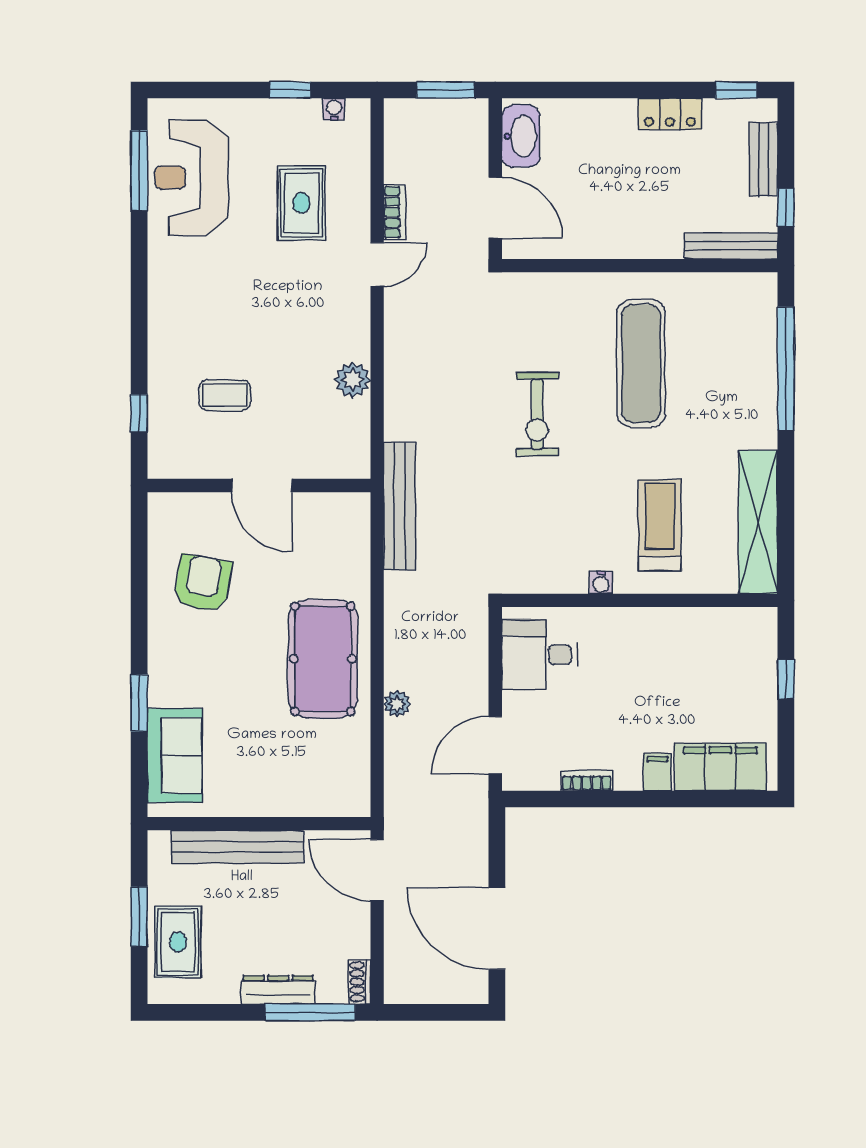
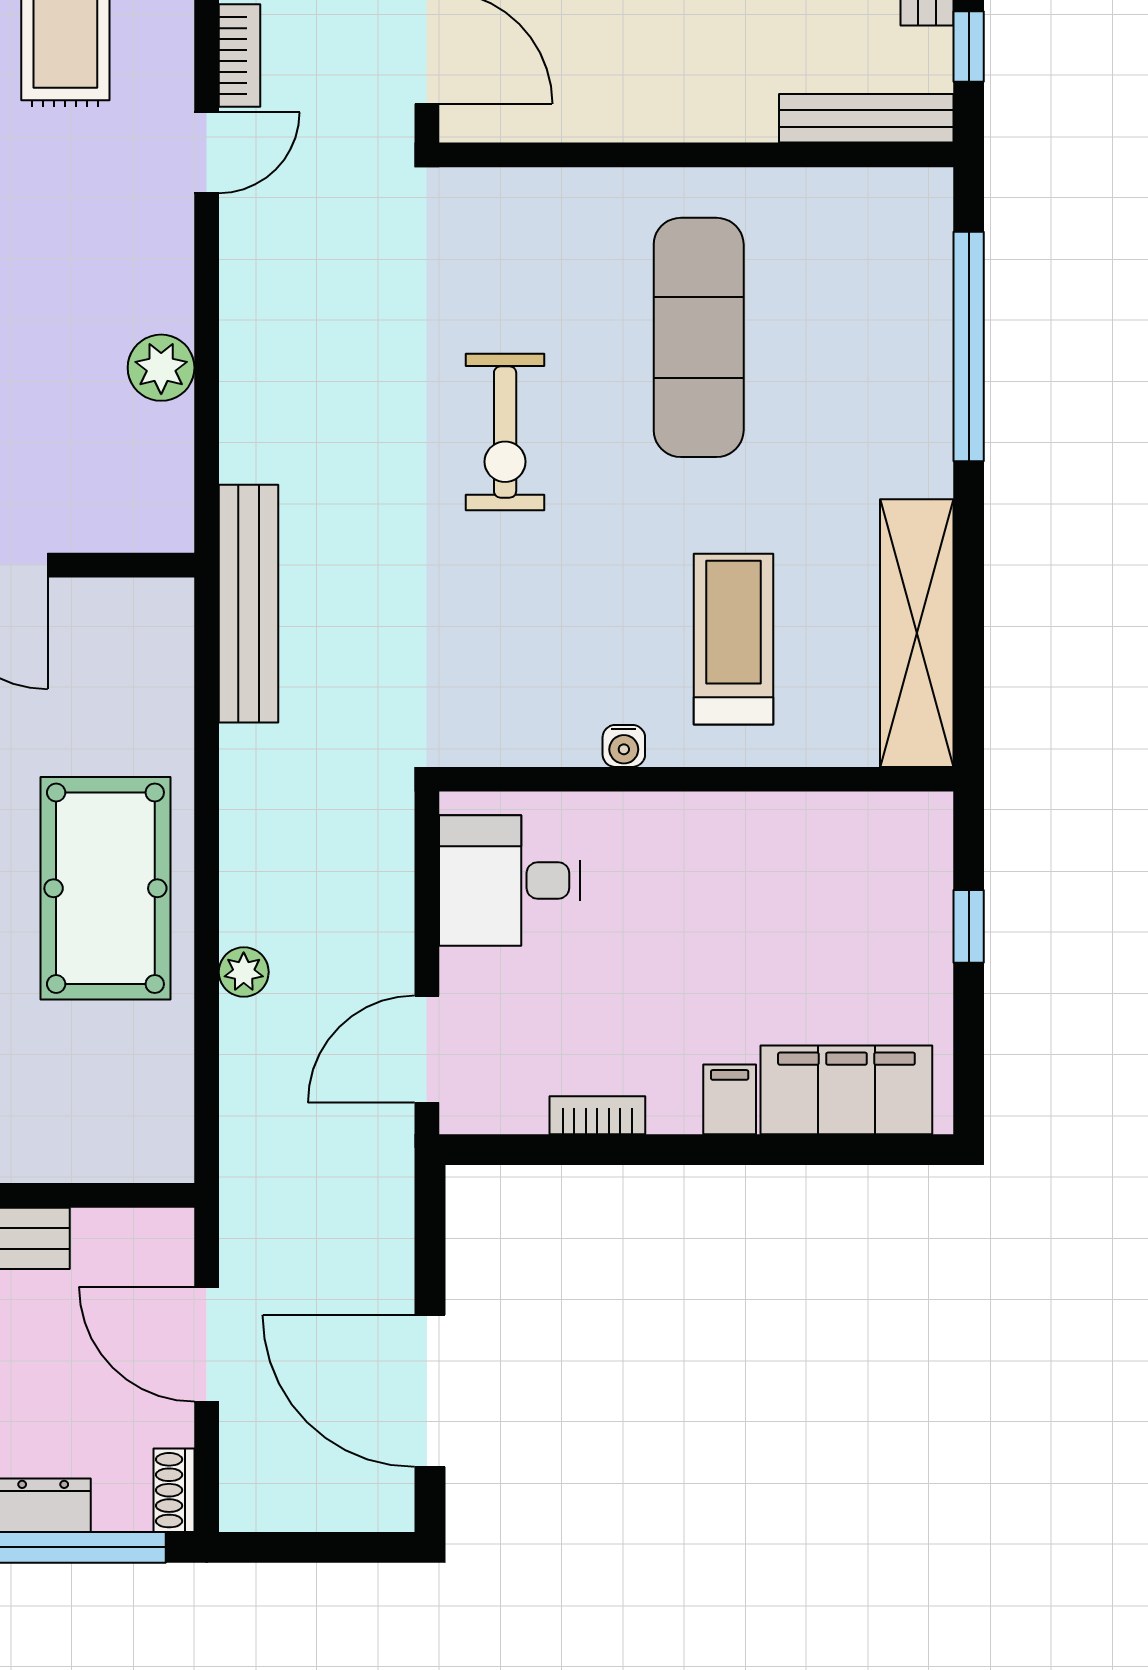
door: (377, 870) -> (207, 1344), moved

